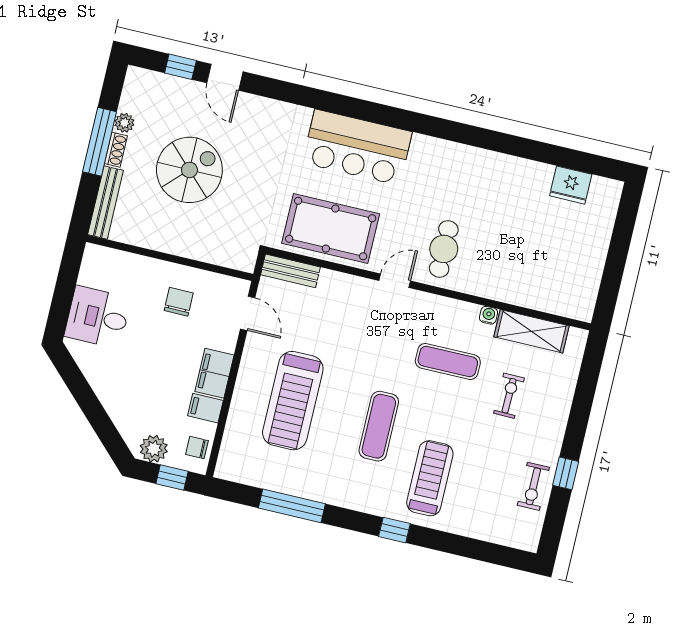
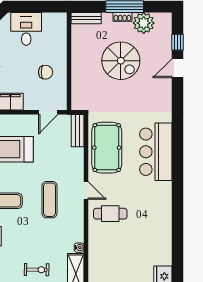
plant: (124, 123) -> (144, 23), width x1.88, depth x1.88
bench: (106, 202) -> (86, 18), width x0.73
exercise mat: (448, 361) -> (49, 200), moved

